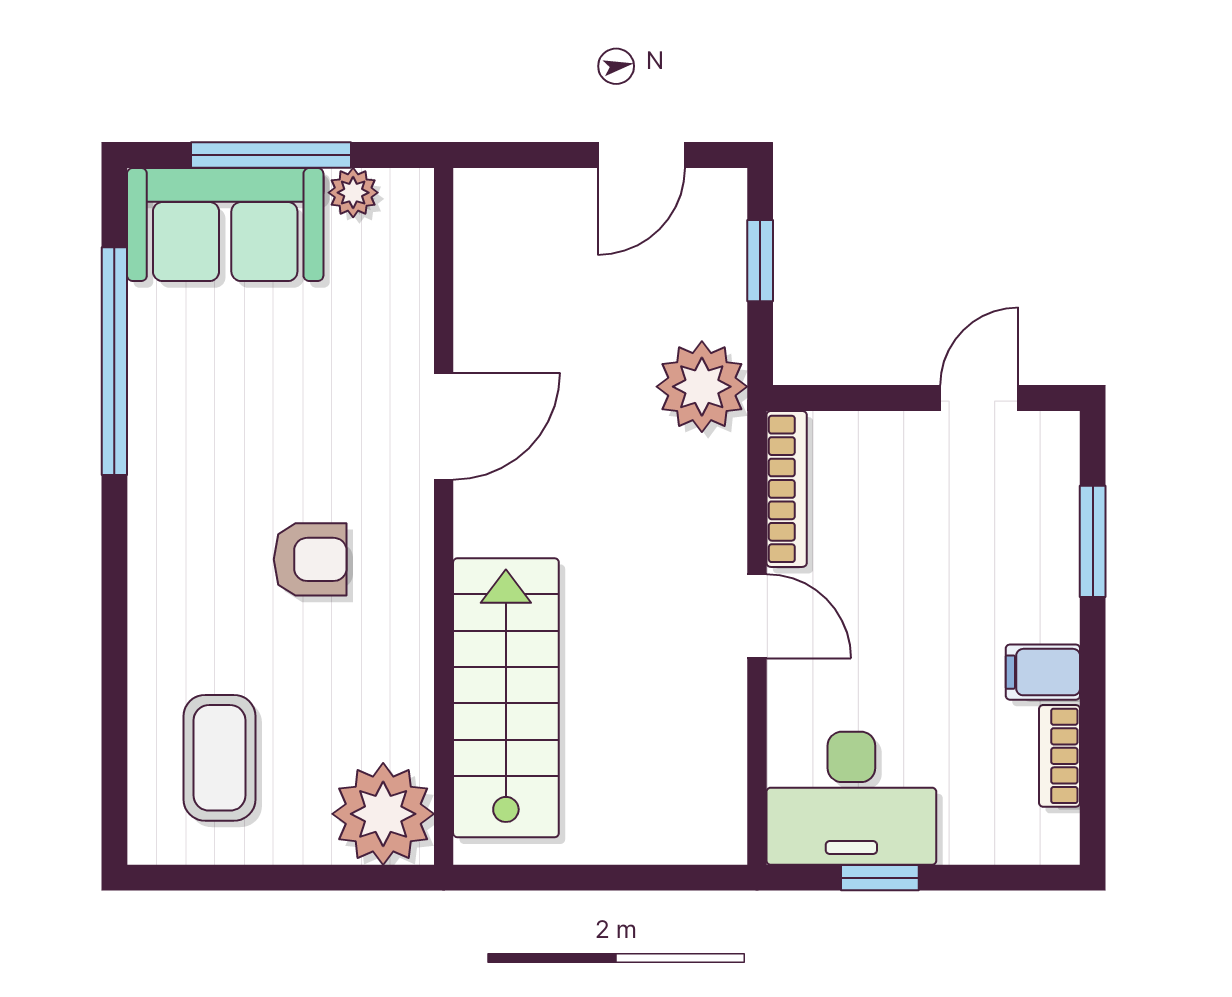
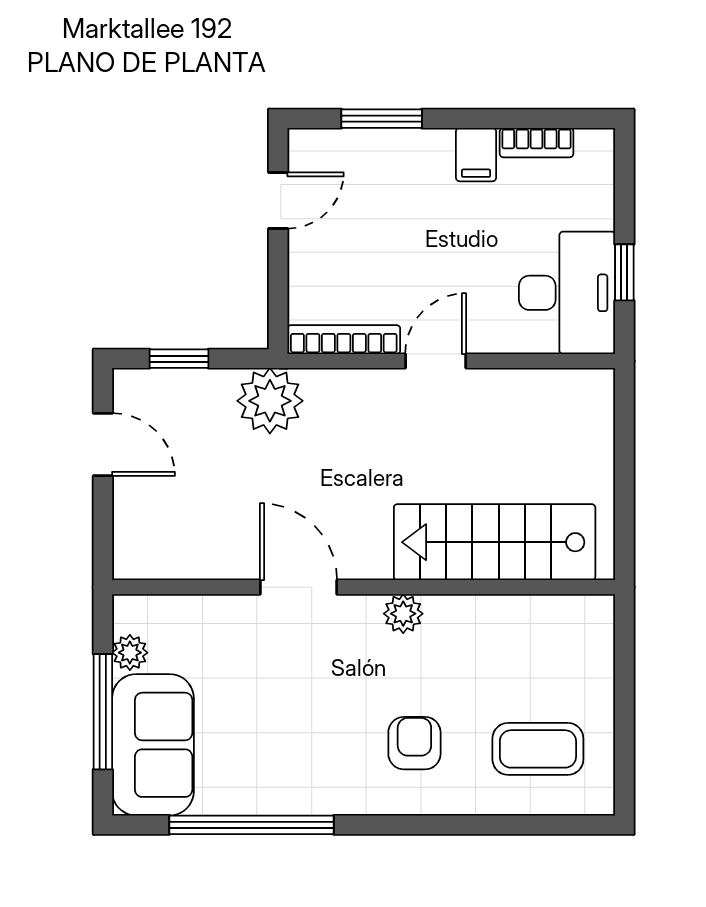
door: (979, 398) -> (278, 200), swing flipped
armchair: (310, 559) -> (414, 743), moved
plant: (383, 814) -> (403, 614), moved, width x0.53, depth x0.53

